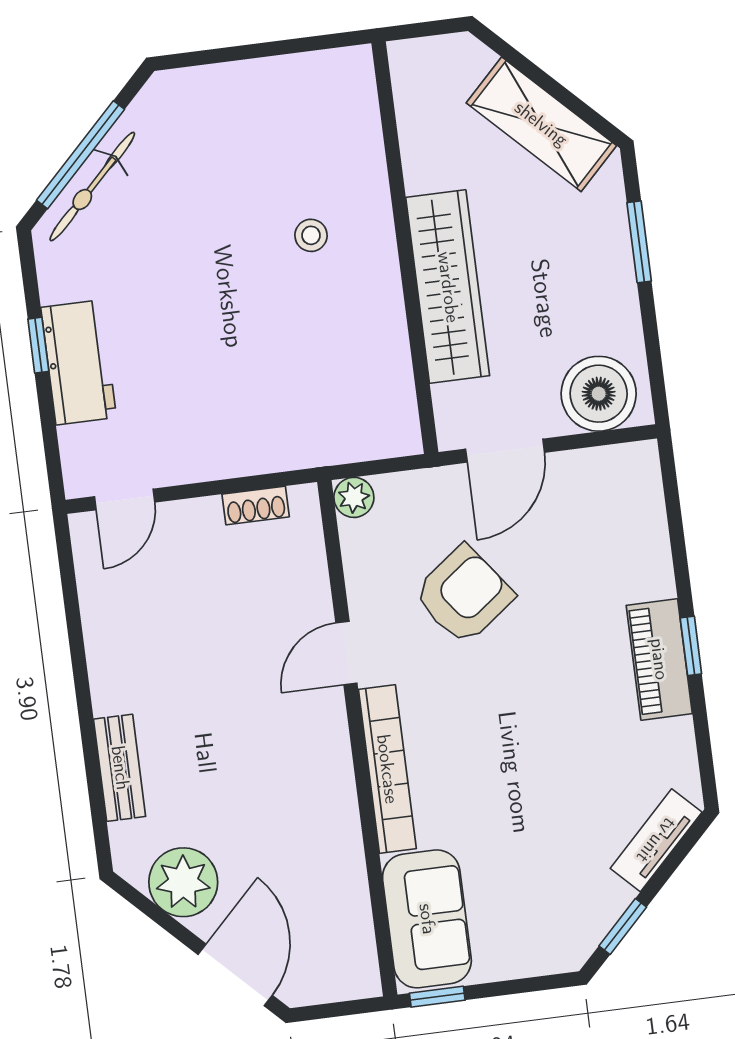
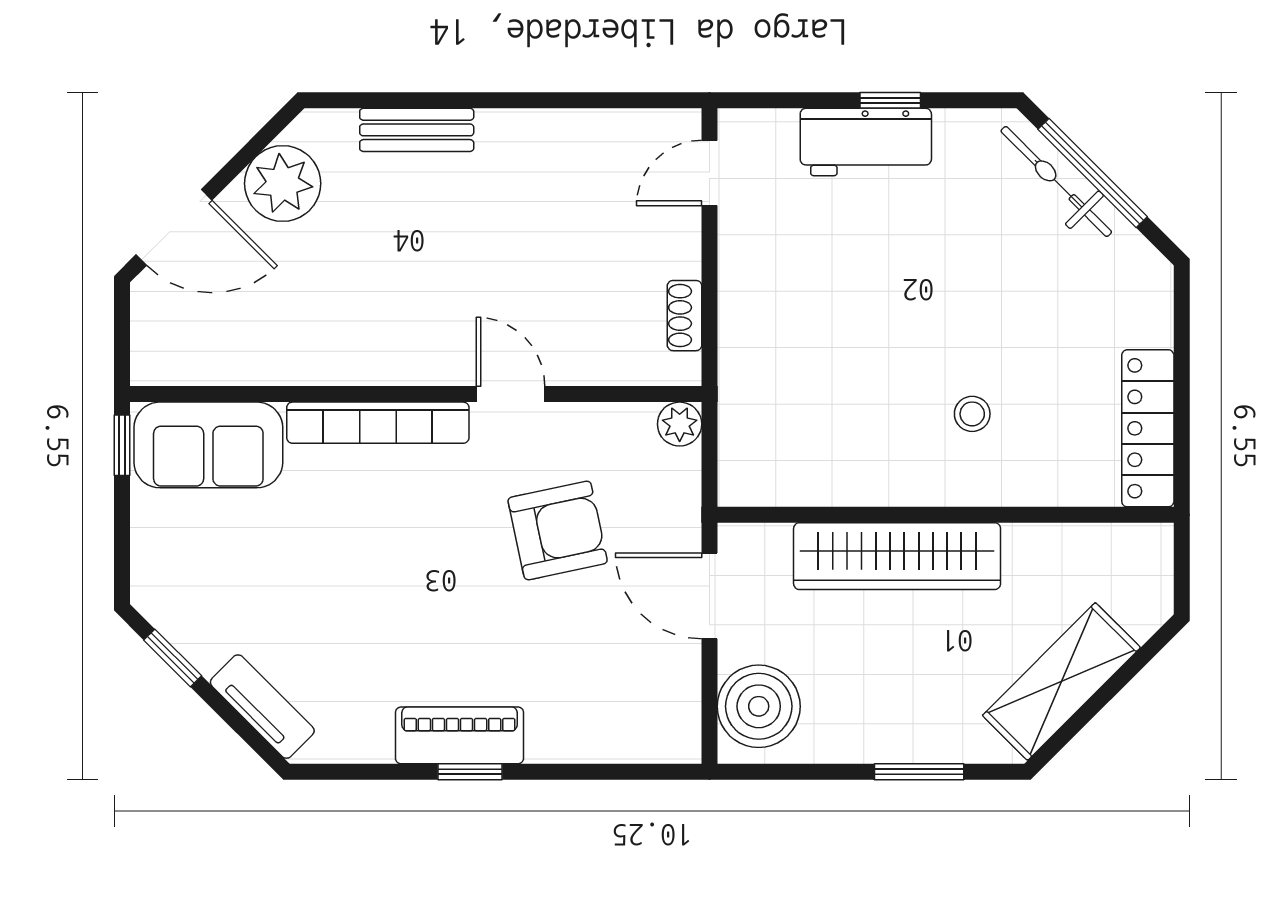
locker: (304, 76) -> (1148, 428), added
door: (125, 499) -> (710, 173), hinge flipped
armchair: (464, 595) -> (558, 530), turned -65

